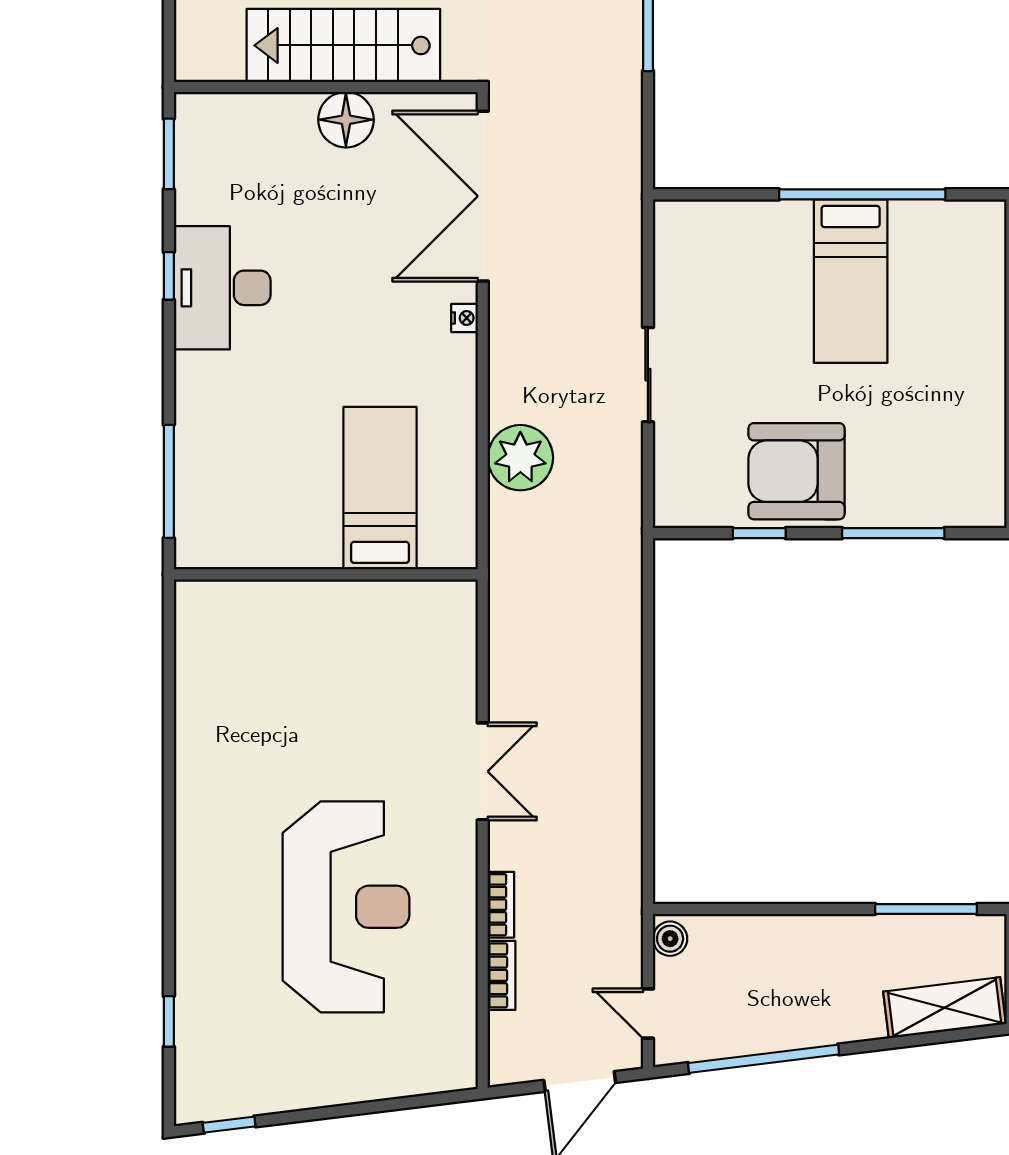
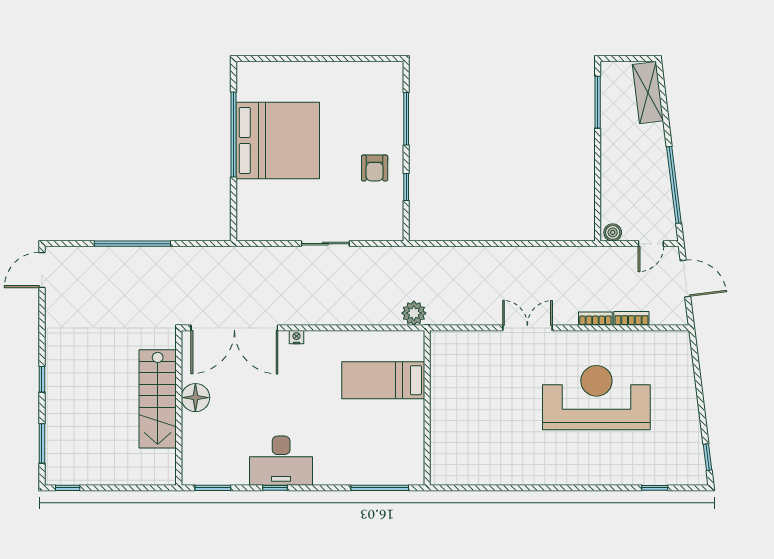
bed: (851, 281) -> (278, 140), width x2.04
plant: (520, 458) -> (414, 313), moved, width x0.73, depth x0.73
armchair: (797, 471) -> (375, 168), width x0.53, depth x0.53

